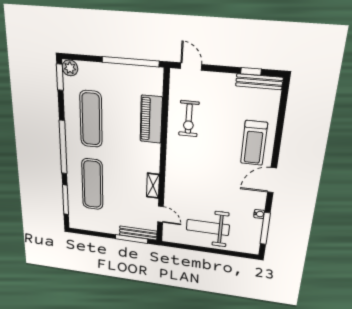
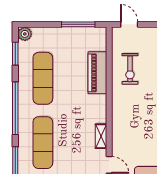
window: (130, 62) -> (78, 24), width x0.68
window: (60, 77) -> (15, 54), moved

